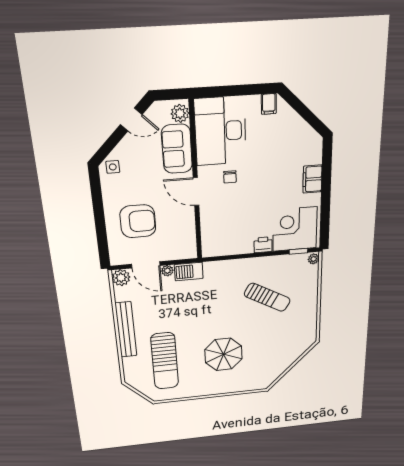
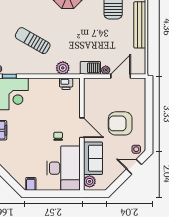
door: (131, 119) -> (134, 167), moved
armchair: (138, 221) -> (120, 123), moved
printer: (263, 245) -> (66, 84), moved
door: (146, 265) -> (121, 76), hinge flipped
plant: (121, 278) -> (63, 68), moved

